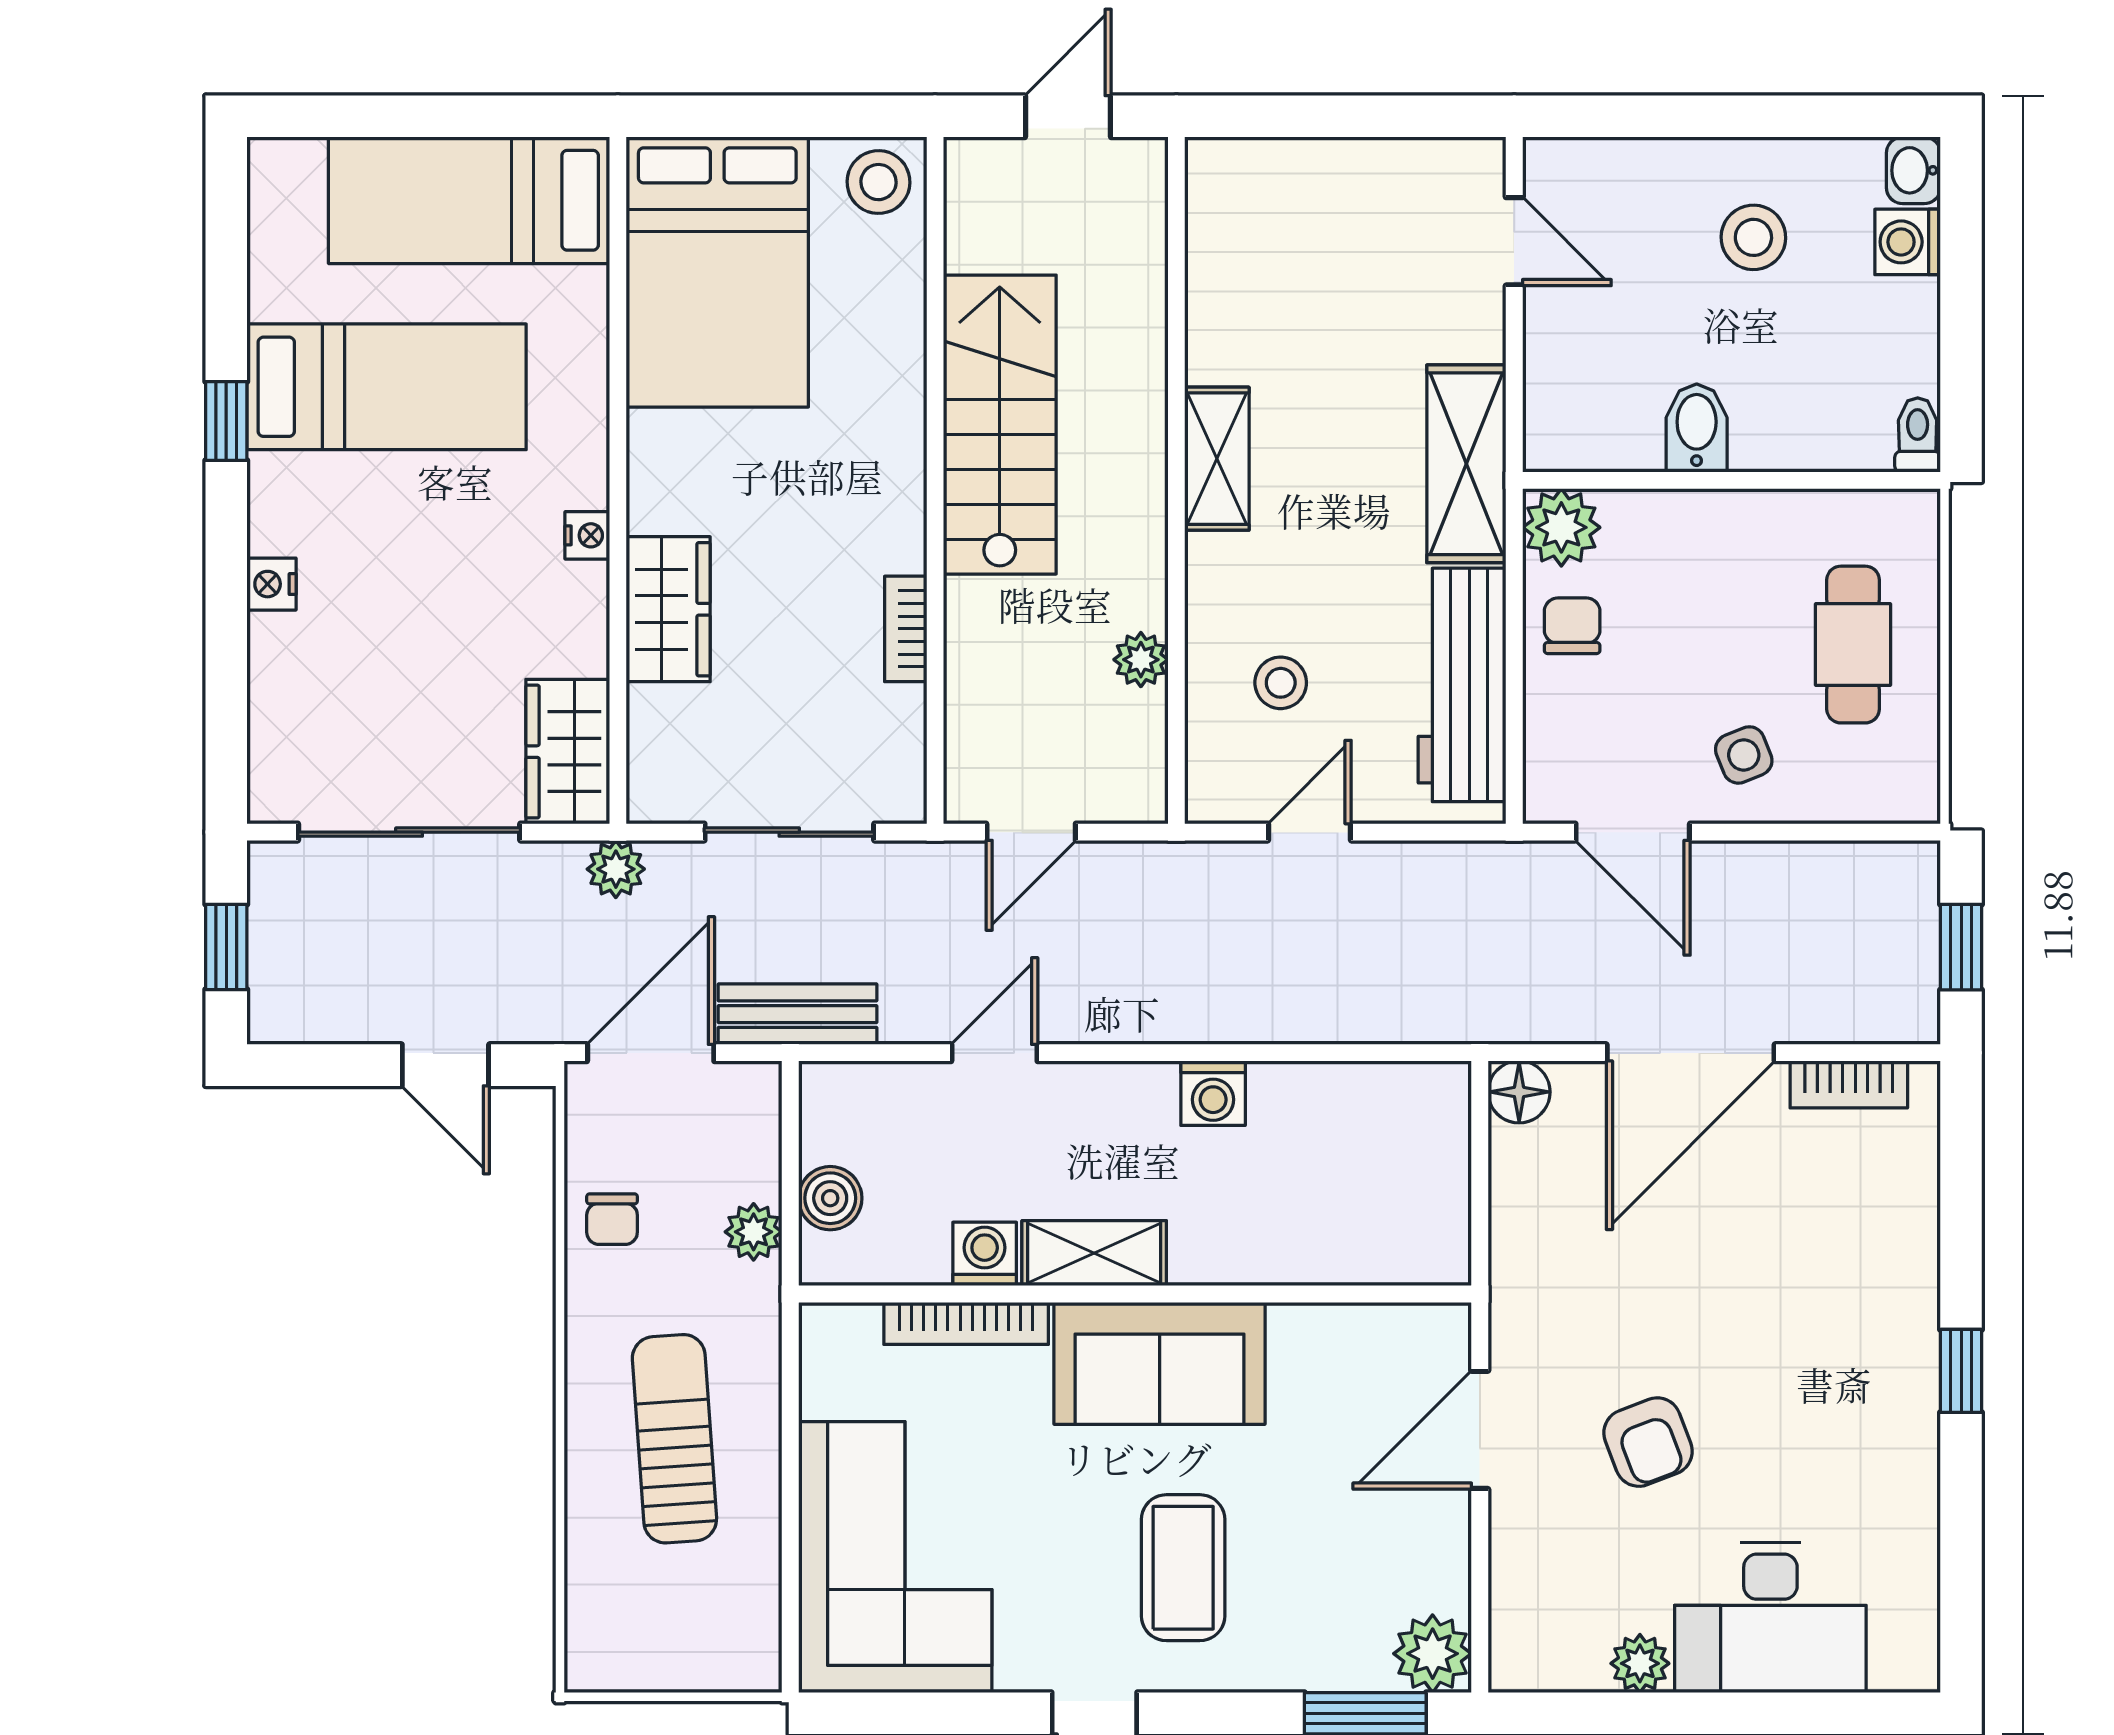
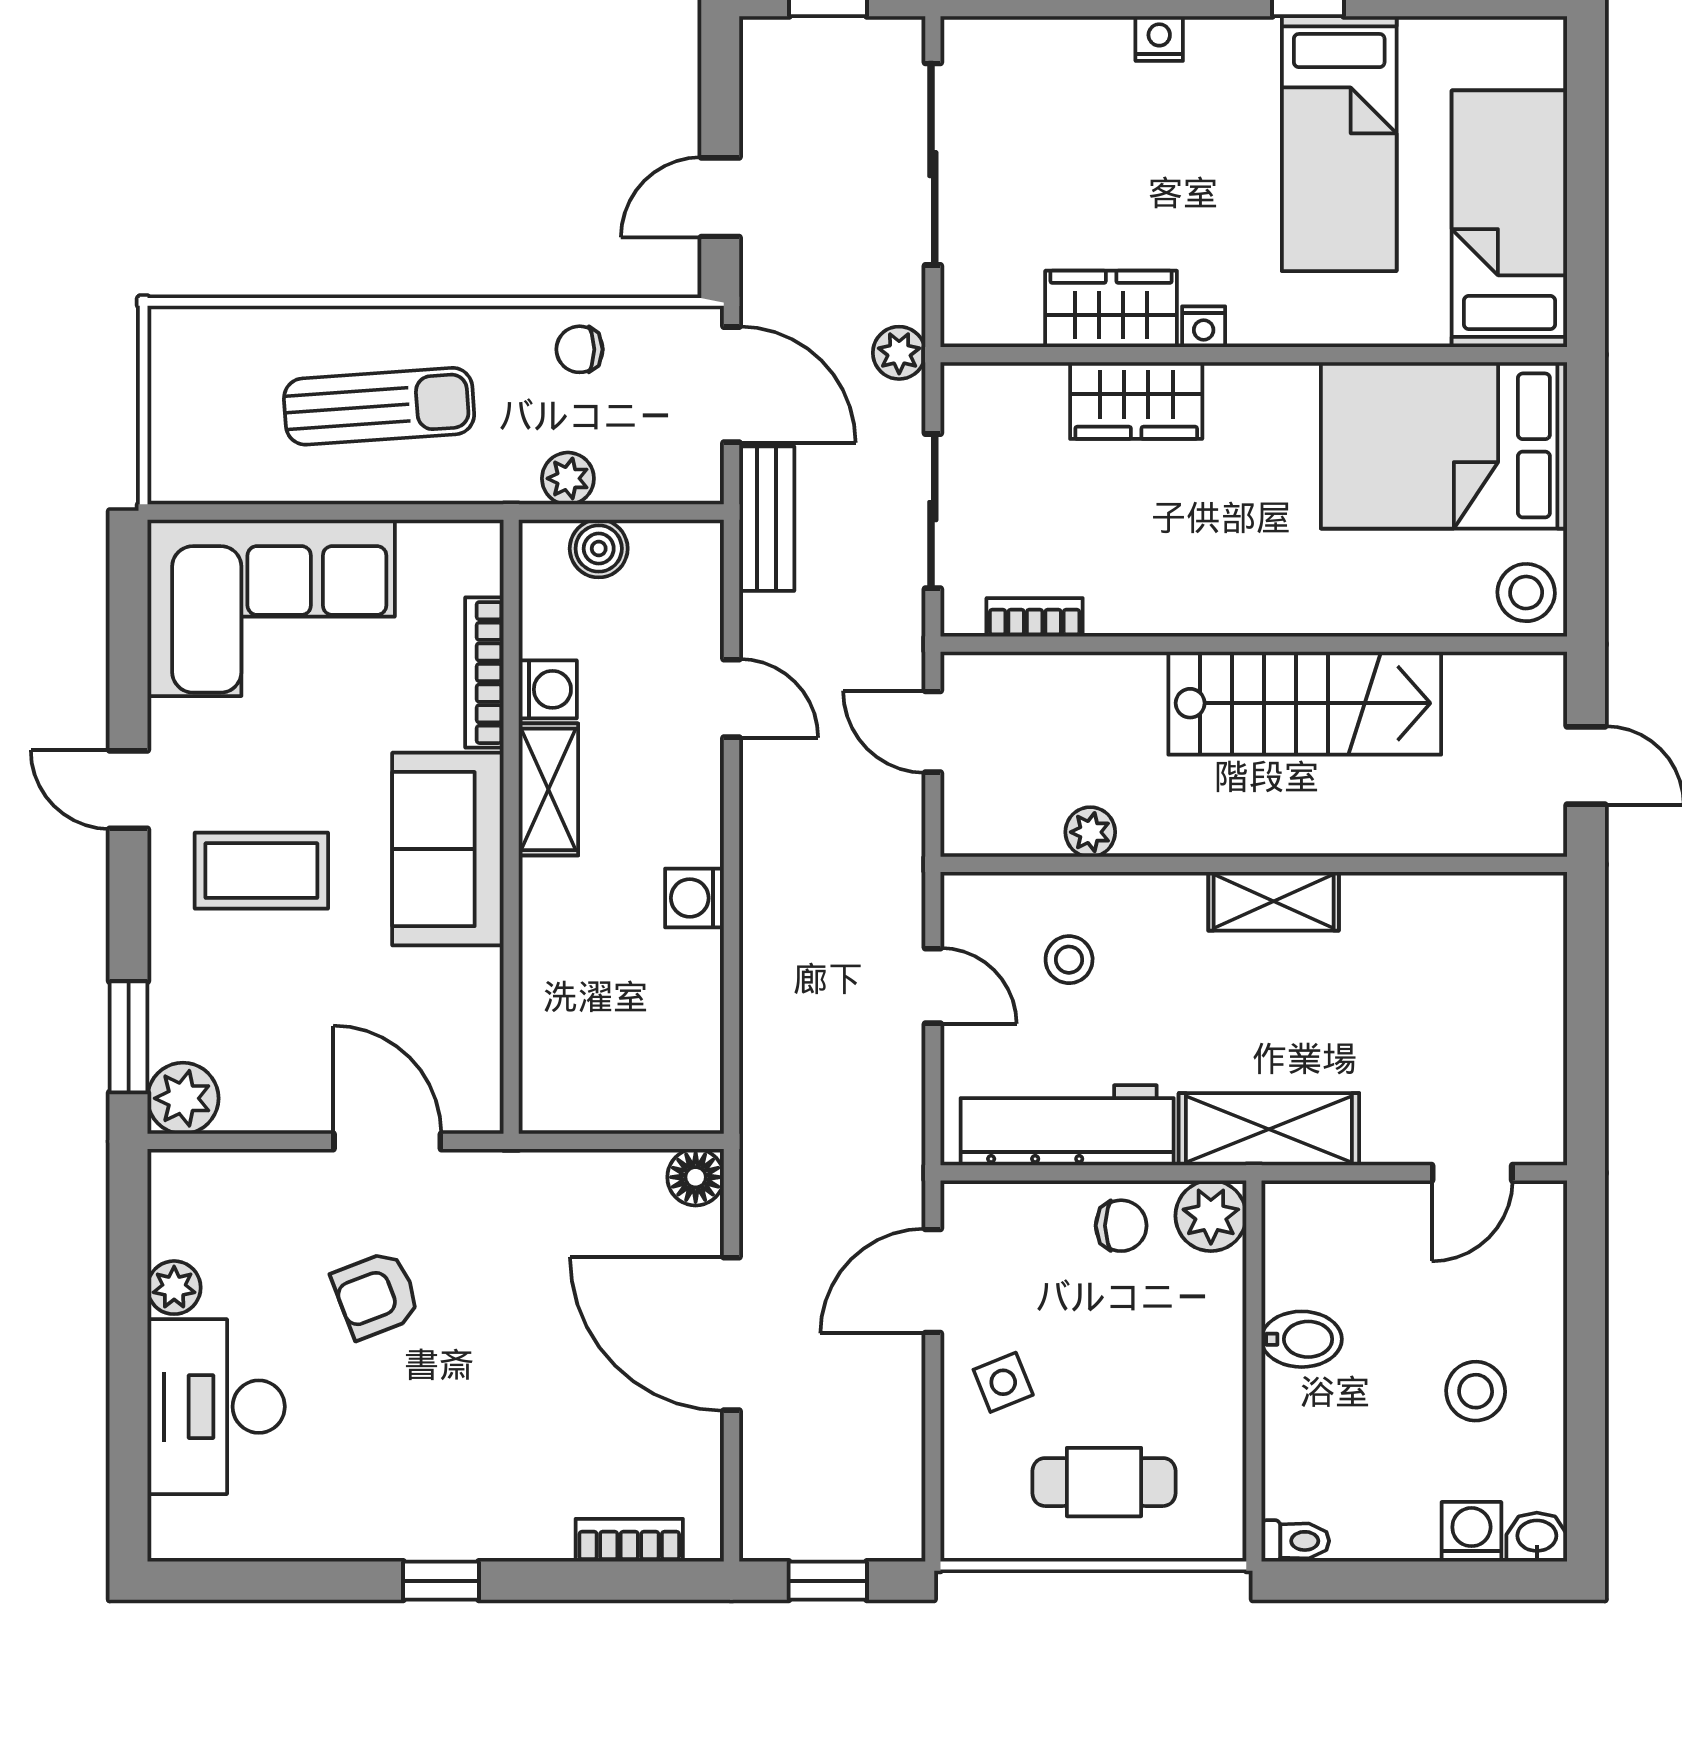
bookcase: (906, 629) -> (1035, 617), moved
wardrobe: (568, 752) -> (1111, 309), moved
bookcase: (1849, 1084) -> (629, 1540), moved, turned 90

